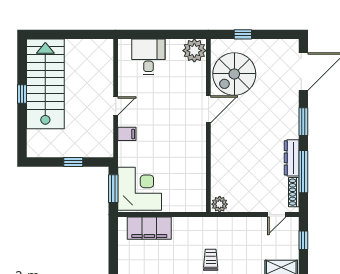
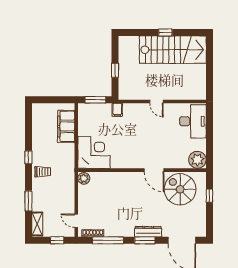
desk: (148, 57) -> (193, 121), width x1.37
filing cabinet: (127, 134) -> (117, 110), moved
dresser: (292, 158) -> (148, 232), moved
corner desk: (140, 189) -> (94, 152), moved, turned -90

